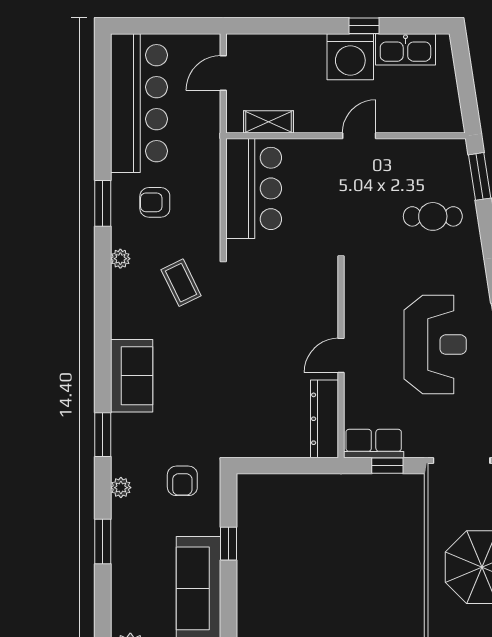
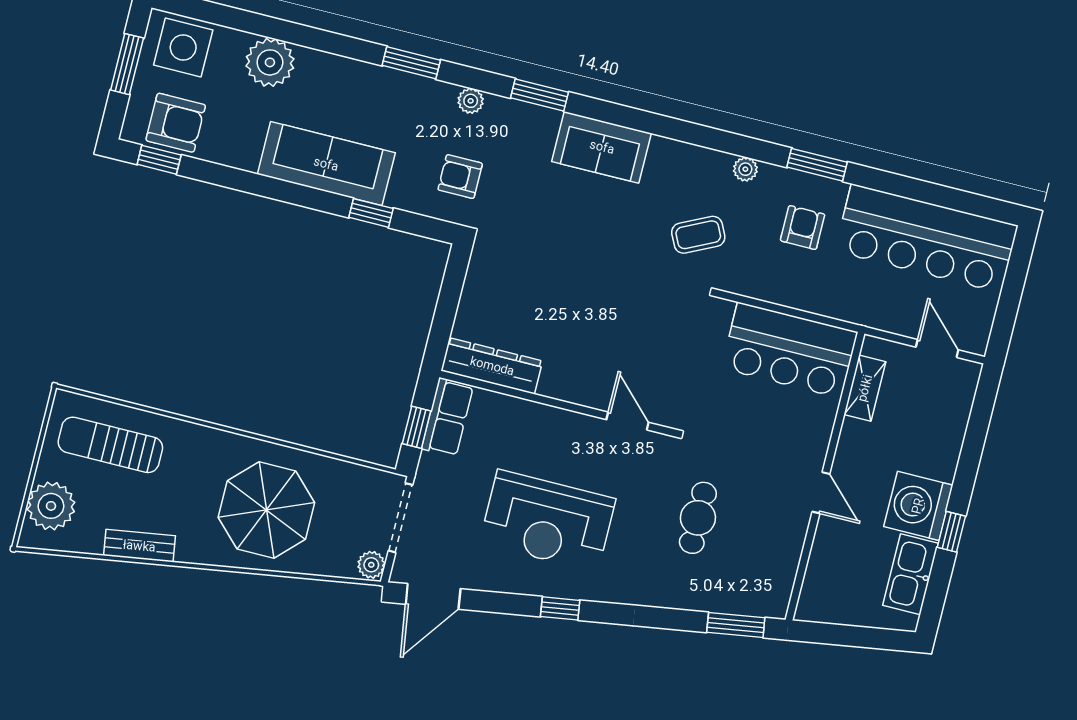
cafe table: (433, 216) -> (698, 518), moved
door: (341, 355) -> (628, 421), moved

